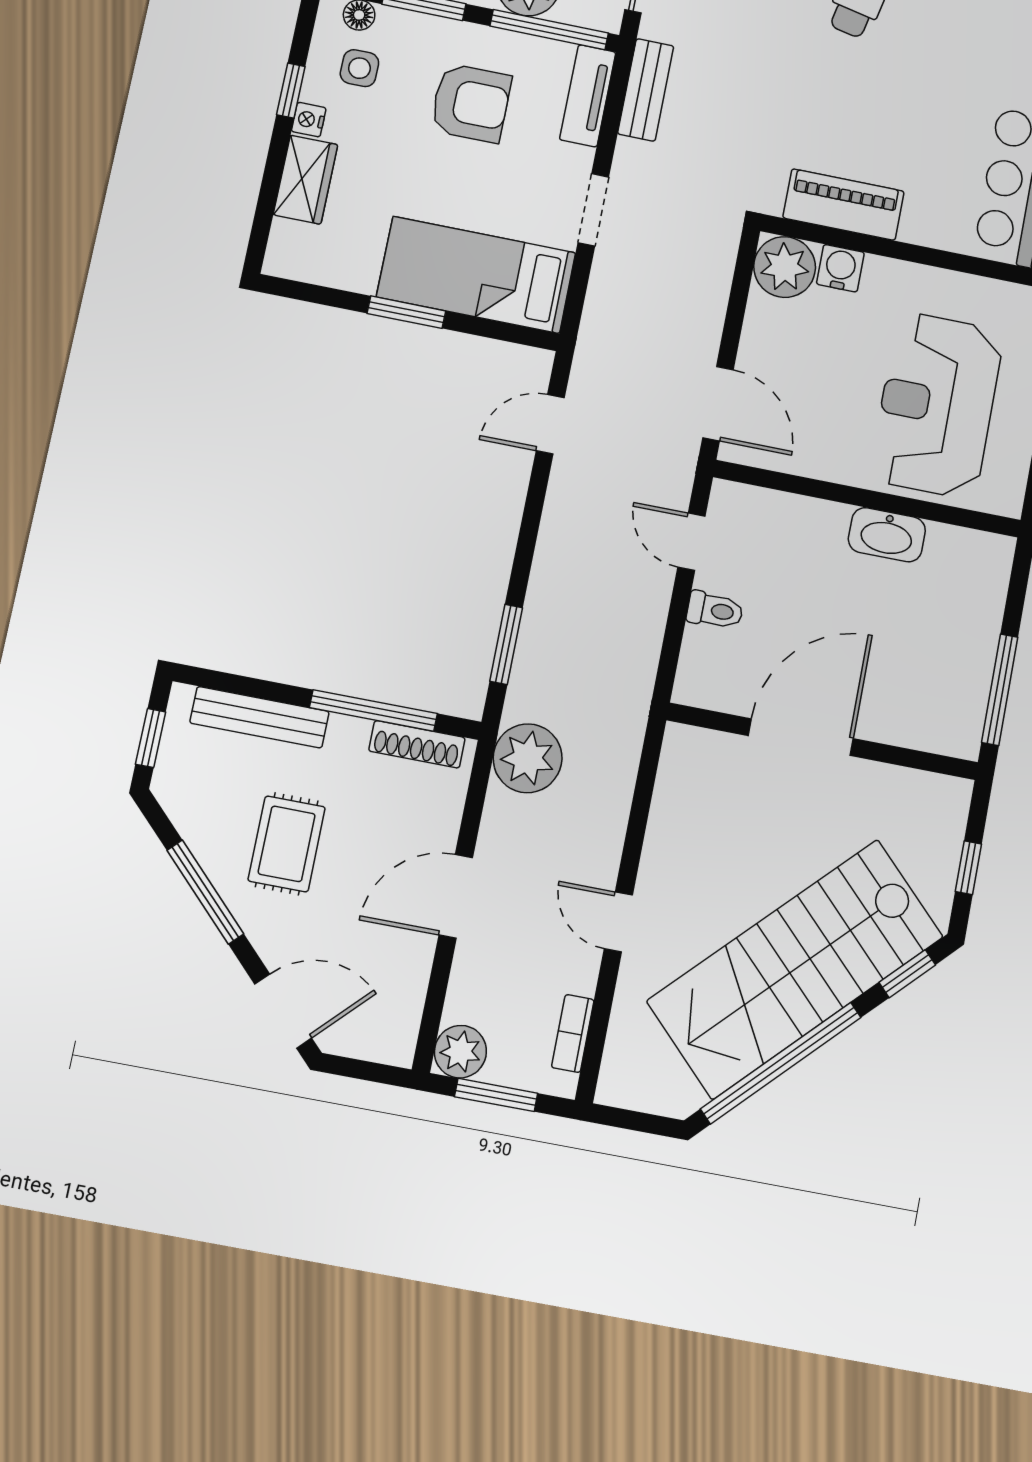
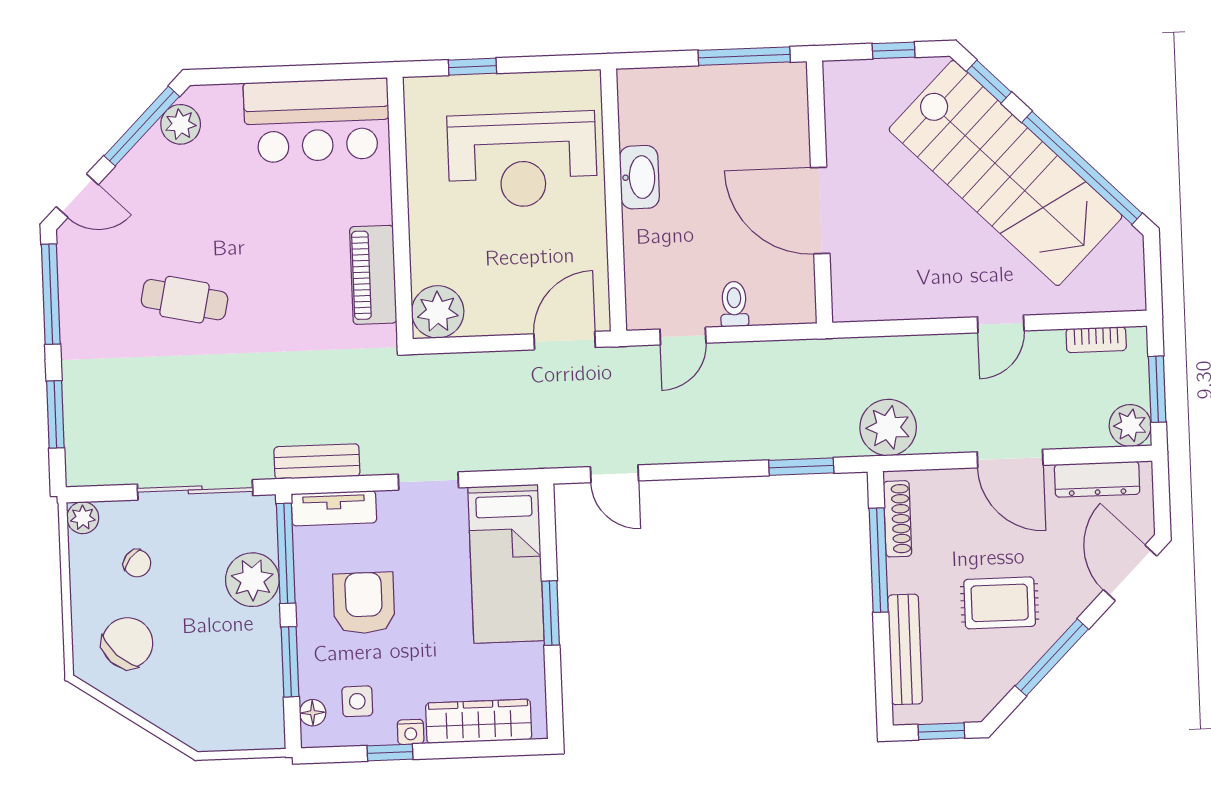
wardrobe: (306, 180) -> (479, 721), width x1.50
water cooler: (840, 268) -> (427, 265), removed
dresser: (406, 996) -> (1097, 479), added

